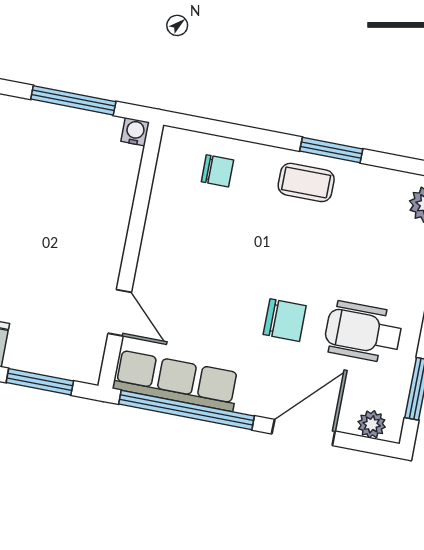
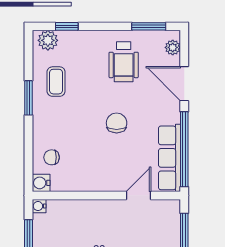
water cooler: (176, 143) -> (41, 183), added
chair: (217, 171) -> (52, 157), turned -90
coffee table: (306, 182) -> (56, 82), moved
chair: (285, 320) -> (117, 123), moved

